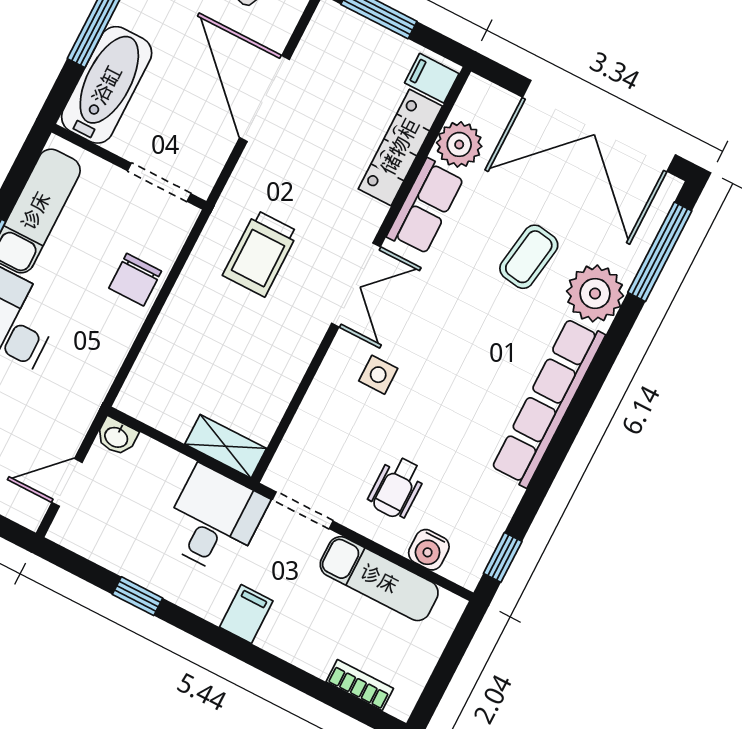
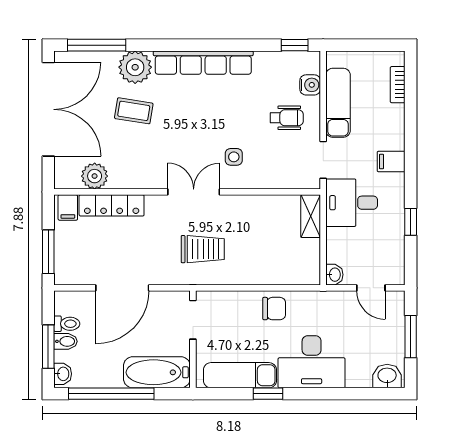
row of seats: (426, 207) -> (135, 177), removed
chair: (135, 280) -> (274, 309), moved

